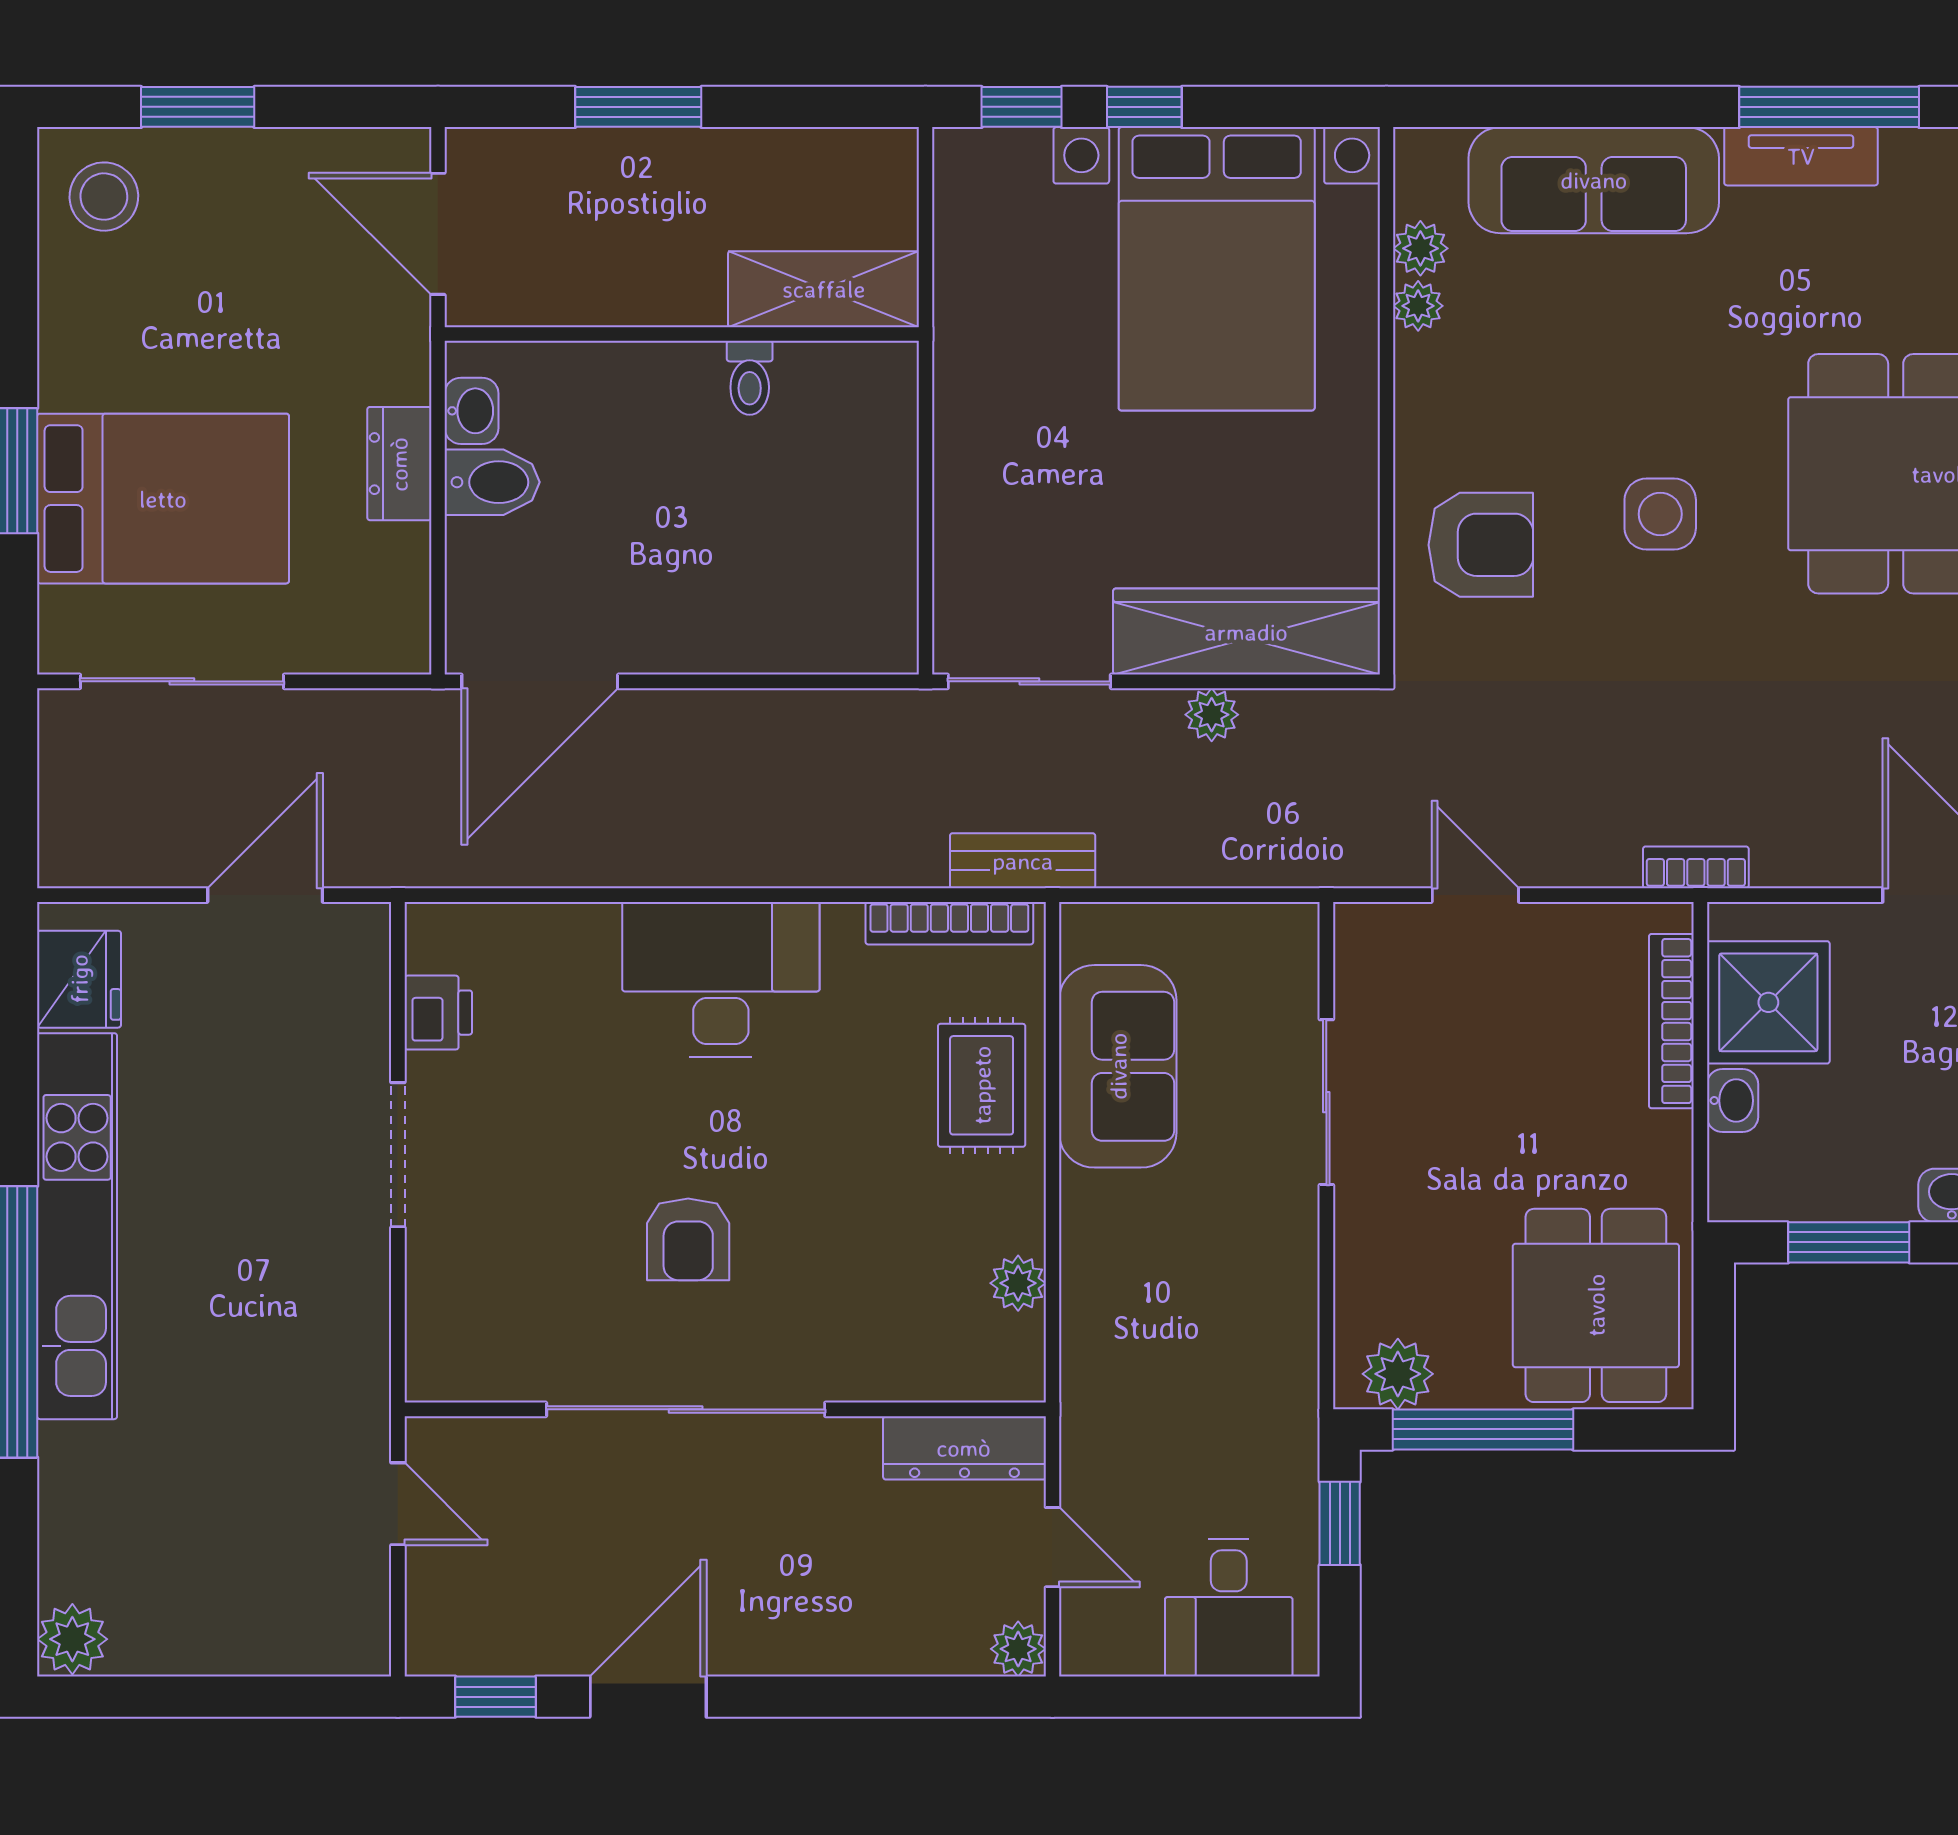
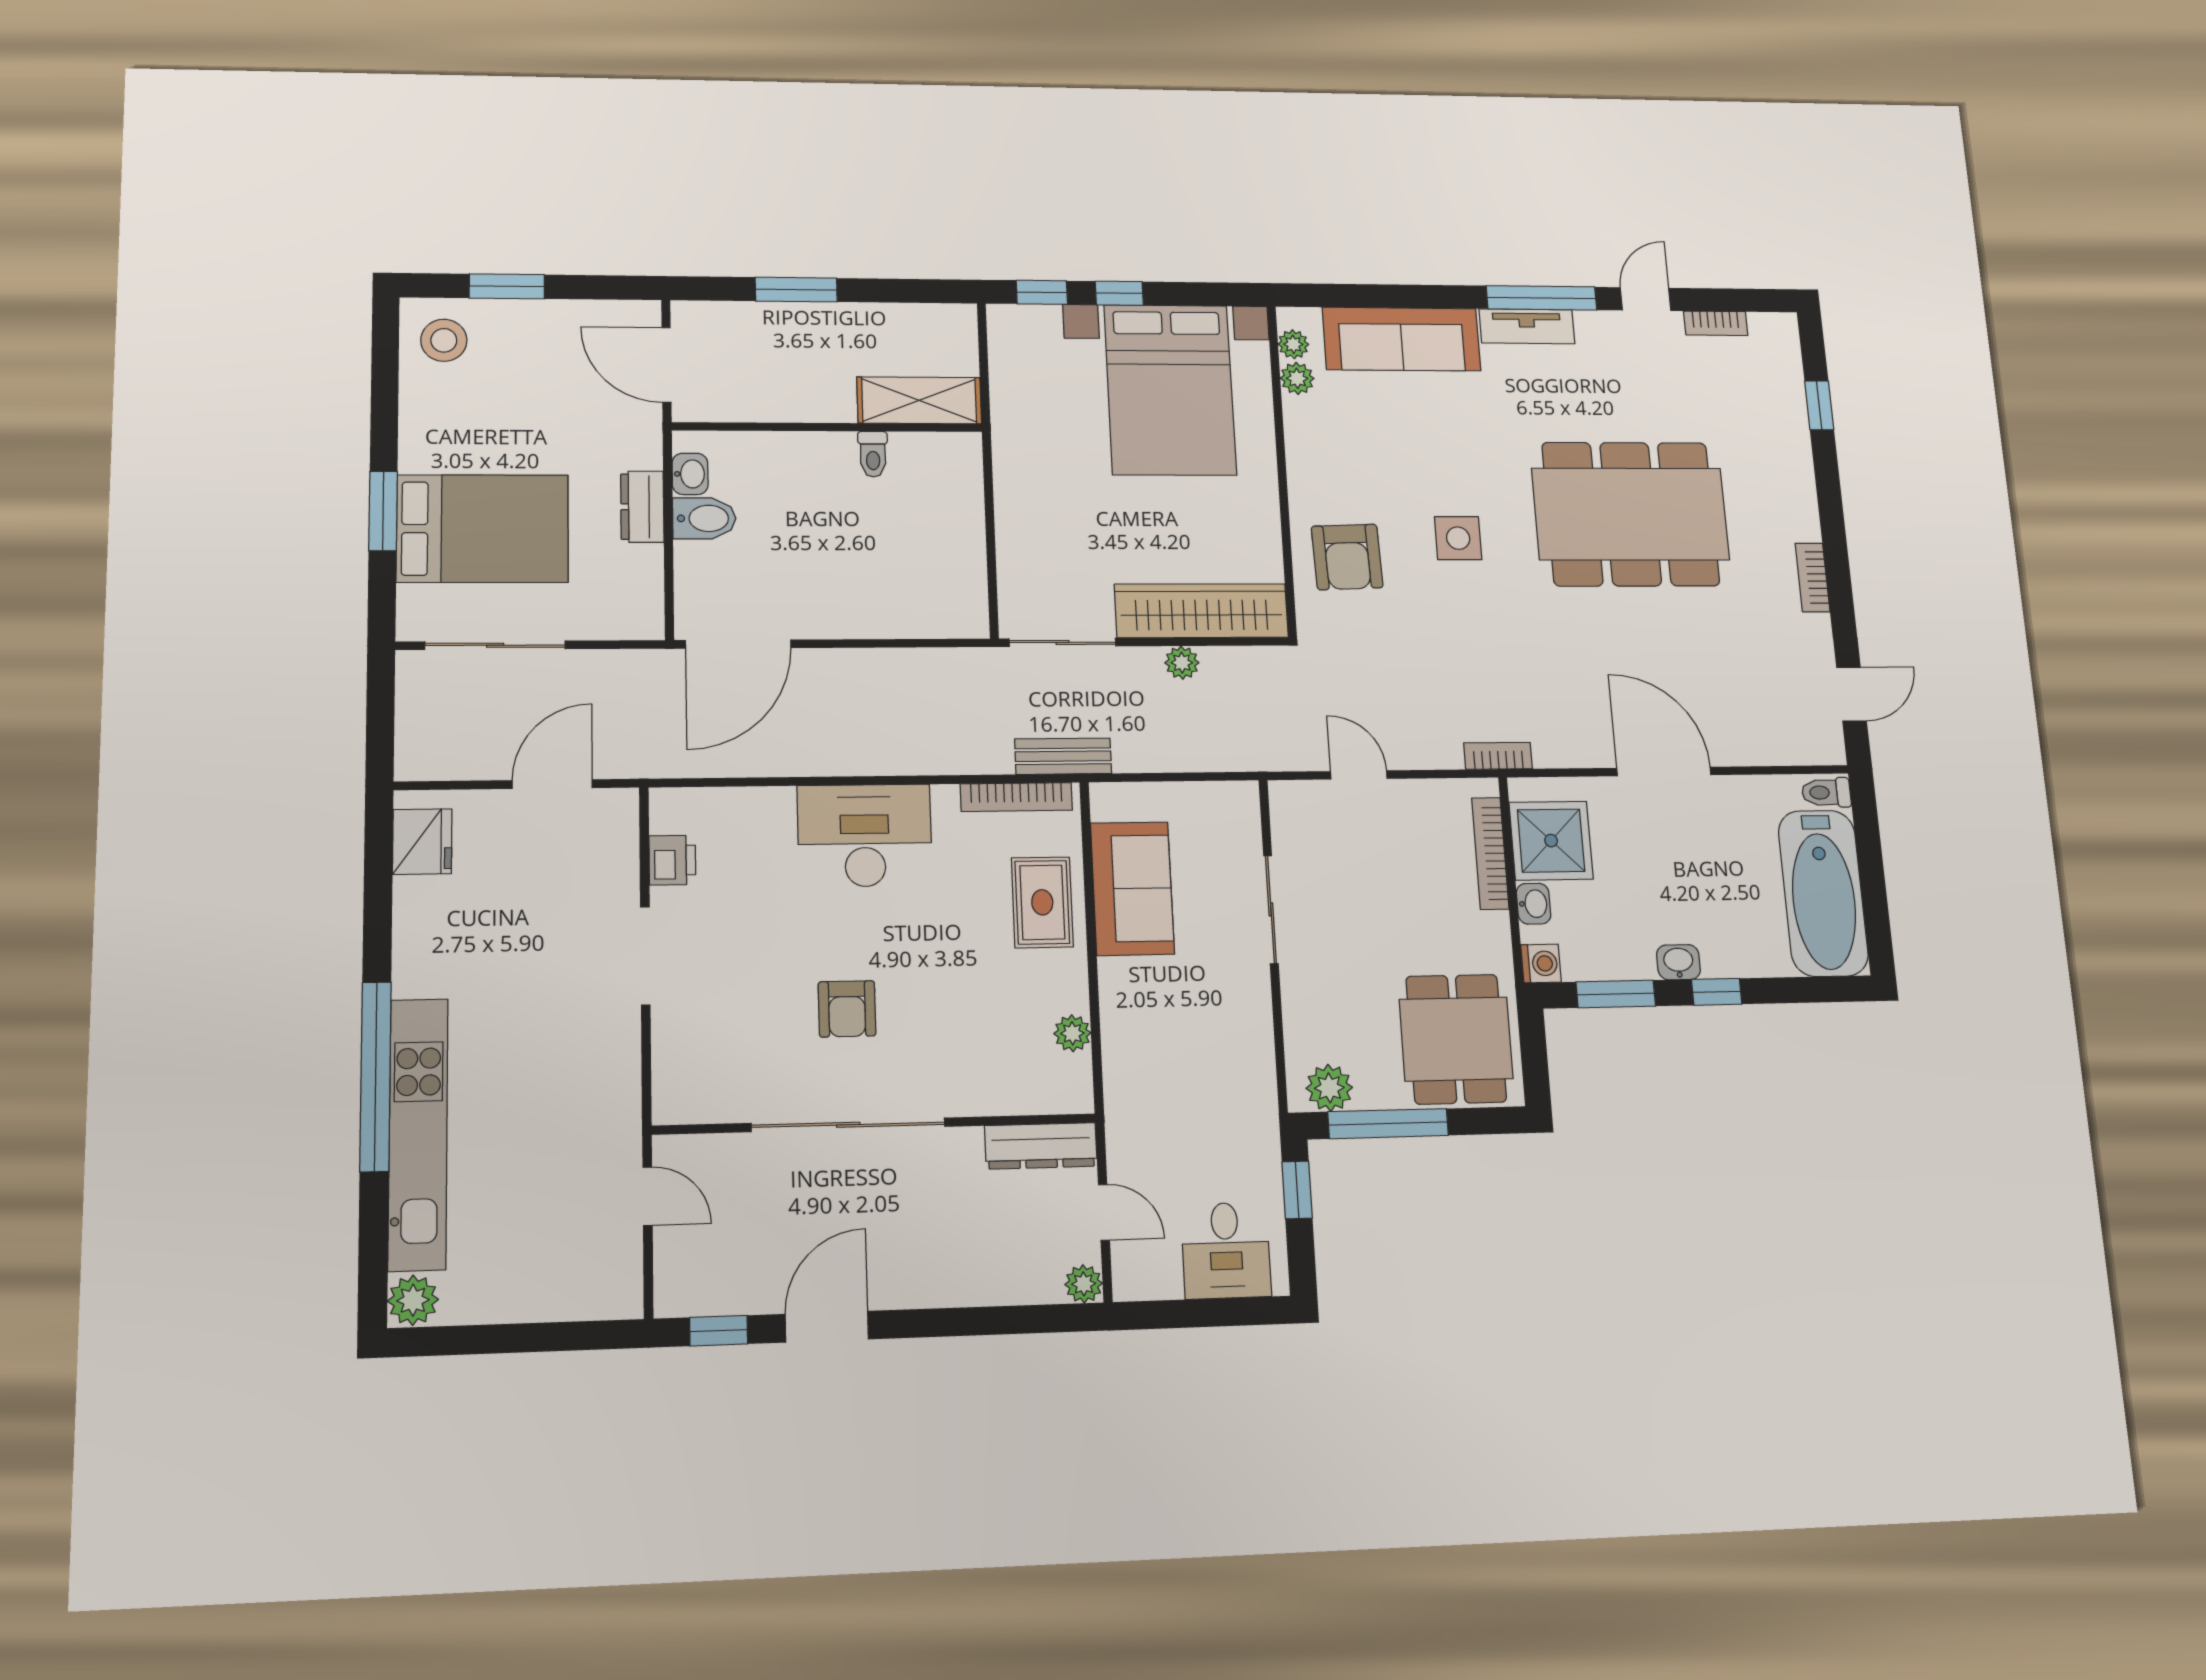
plant: (1418, 306) -> (1293, 344), moved
armchair: (1481, 545) -> (1347, 557), turned 88
washing machine: (1736, 1193) -> (1541, 963), added
kitchen unit: (77, 1226) -> (418, 1134), moved

